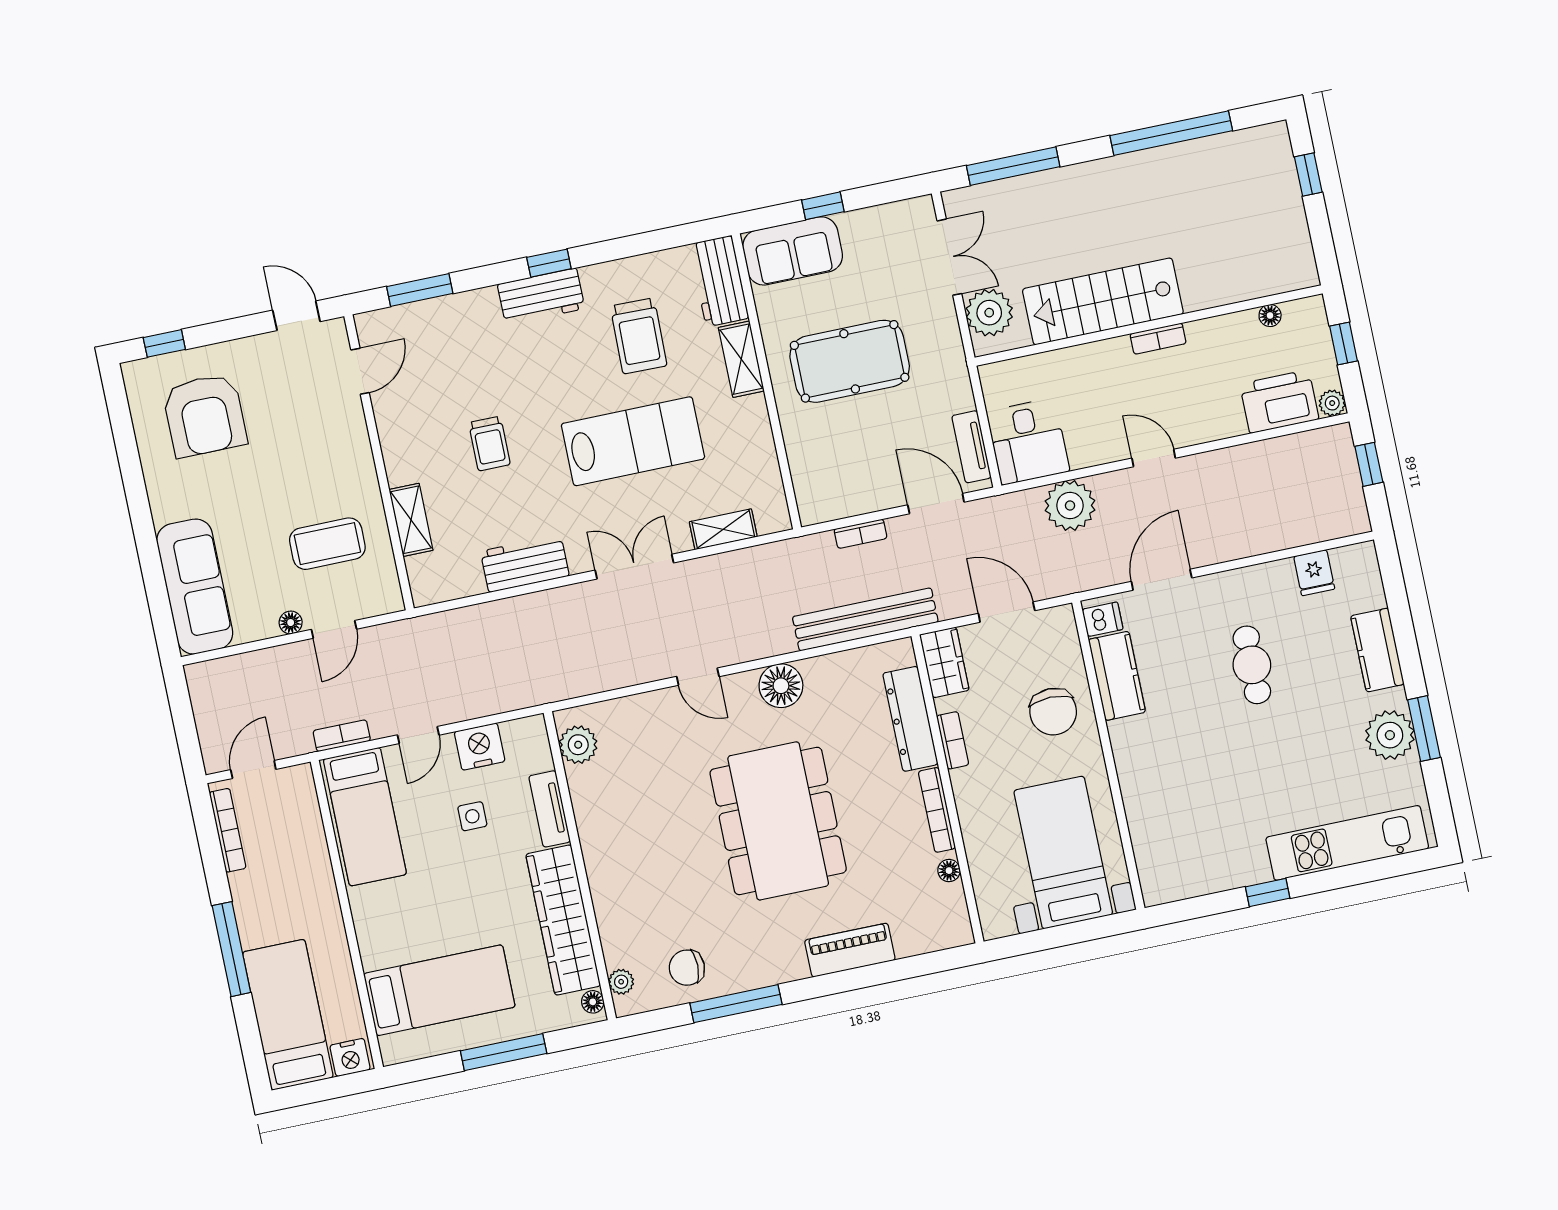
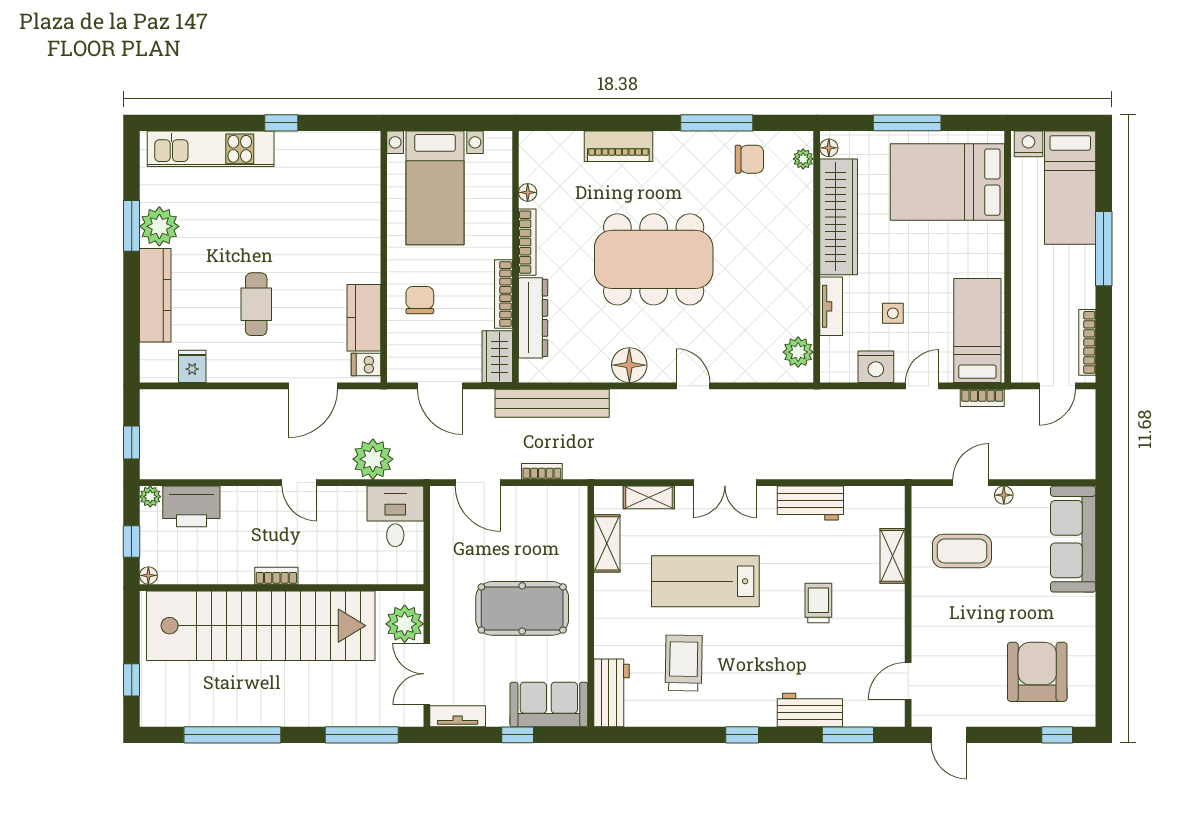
workbench: (541, 296) -> (810, 710), moved
stairs: (1103, 301) -> (261, 626), width x1.86, depth x1.51
floor lamp: (1270, 316) -> (148, 575), moved
shelving: (741, 359) -> (607, 543), moved
tv unit: (971, 447) -> (458, 716), moved, turned -90
kitchen counter: (1377, 650) -> (155, 295), width x1.50
chair: (1053, 712) -> (420, 300), width x0.73, depth x0.73
bookcase: (953, 740) -> (503, 294), width x1.56
dining table: (778, 821) -> (654, 259), turned 90
bed: (439, 990) -> (947, 182), width x1.50

